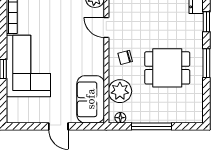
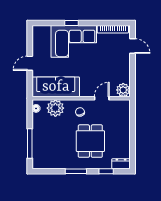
dining table: (167, 68) -> (90, 141), moved
sofa: (91, 99) -> (56, 87), width x1.36
window: (152, 126) -> (30, 144), moved

